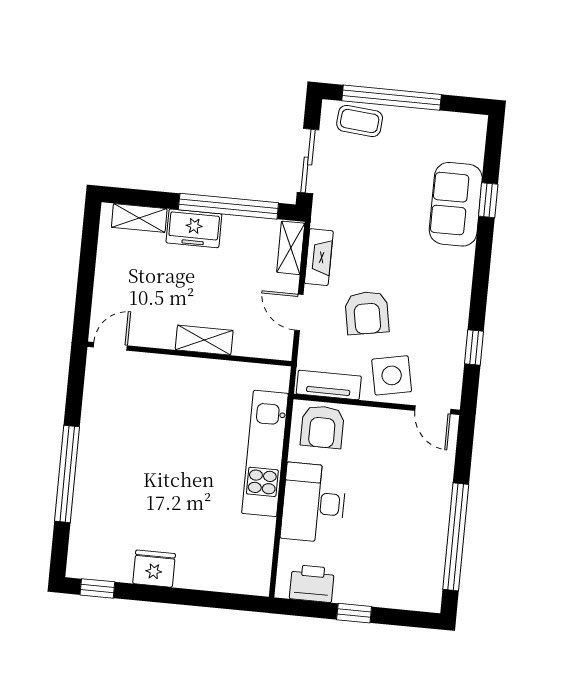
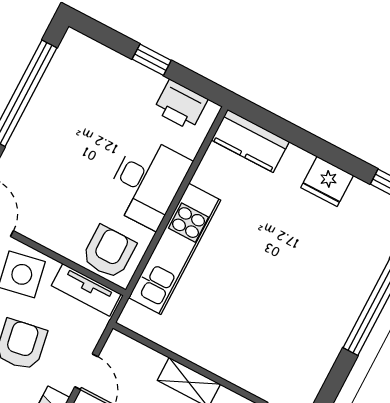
kitchen counter: (237, 577) -> (250, 141), added

